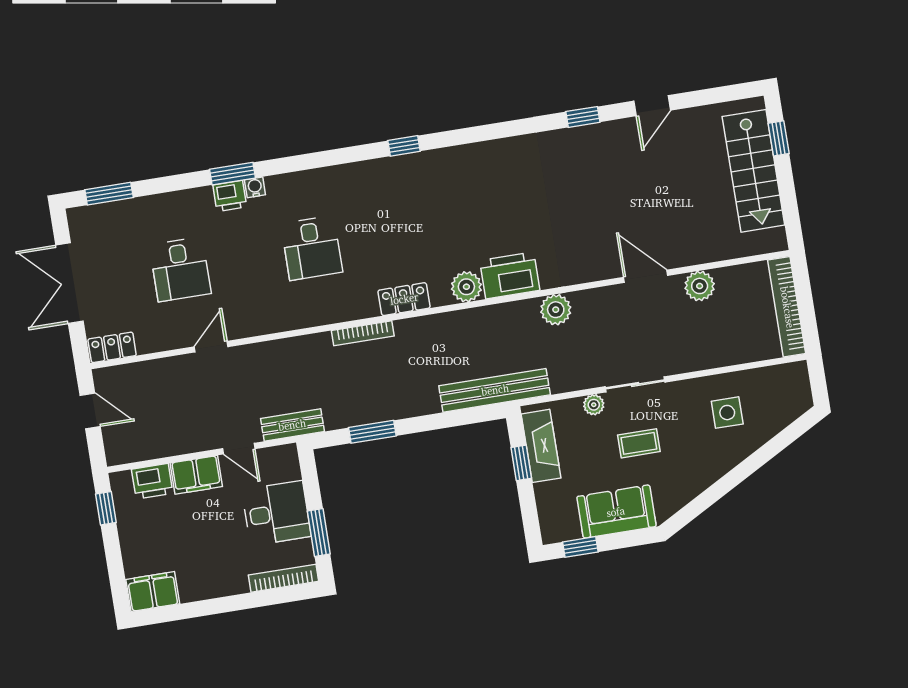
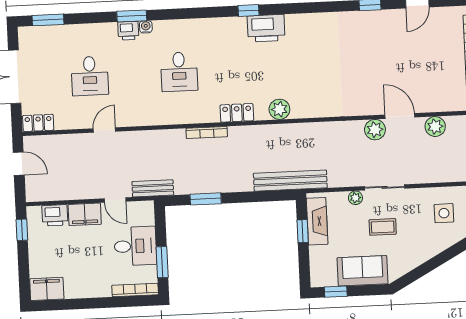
printer: (510, 275) -> (266, 28), moved, turned 180
plant: (556, 310) -> (375, 130), moved

